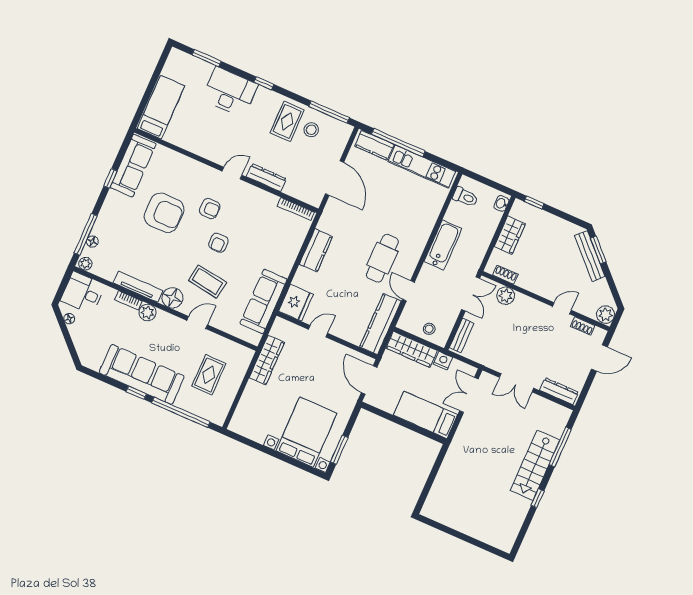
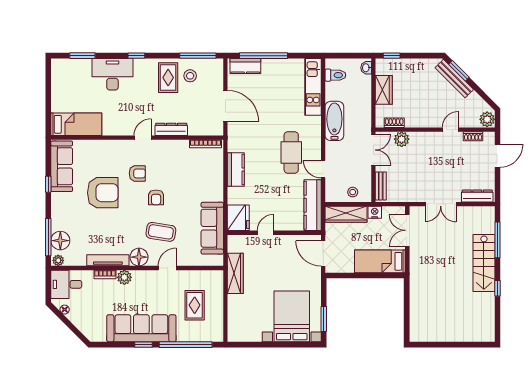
bed: (161, 107) -> (76, 124), moved, turned 90
kitchen unit: (422, 167) -> (313, 87), moved, turned 90
floor lamp: (92, 242) -> (60, 241), width x1.89, depth x1.89

